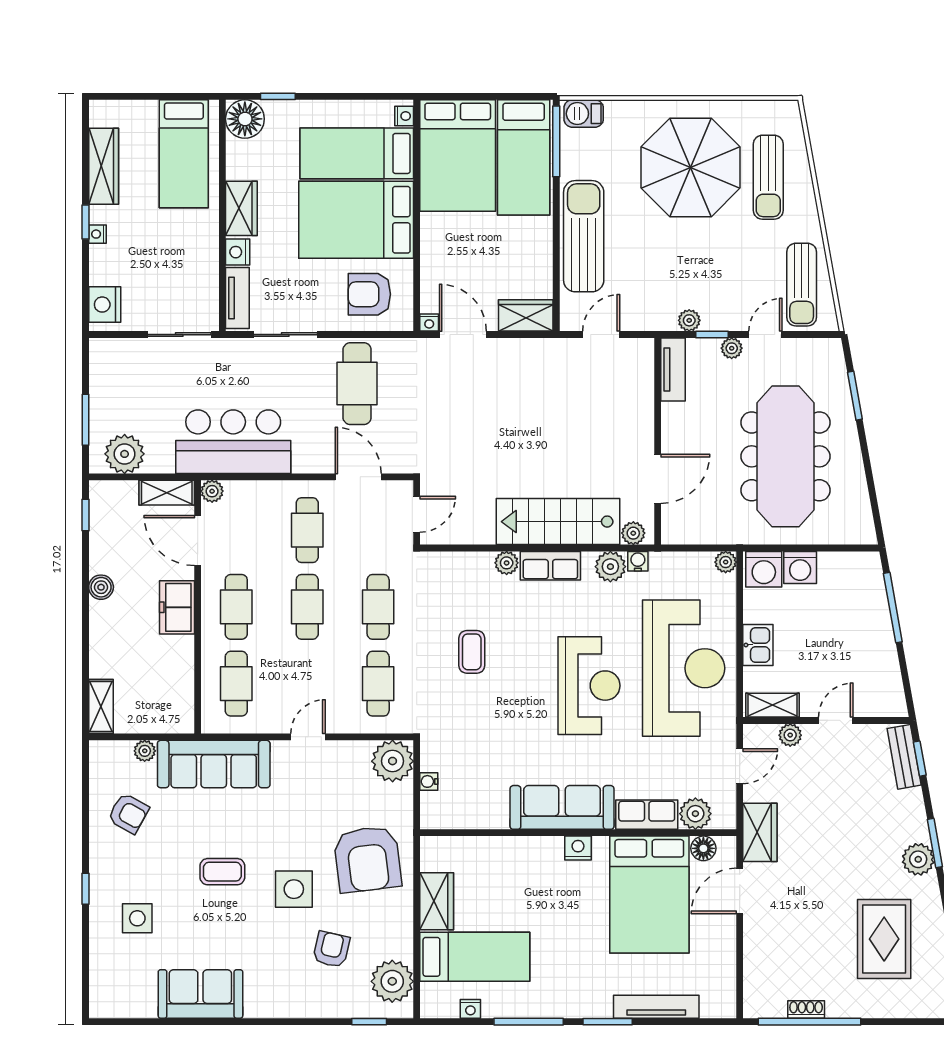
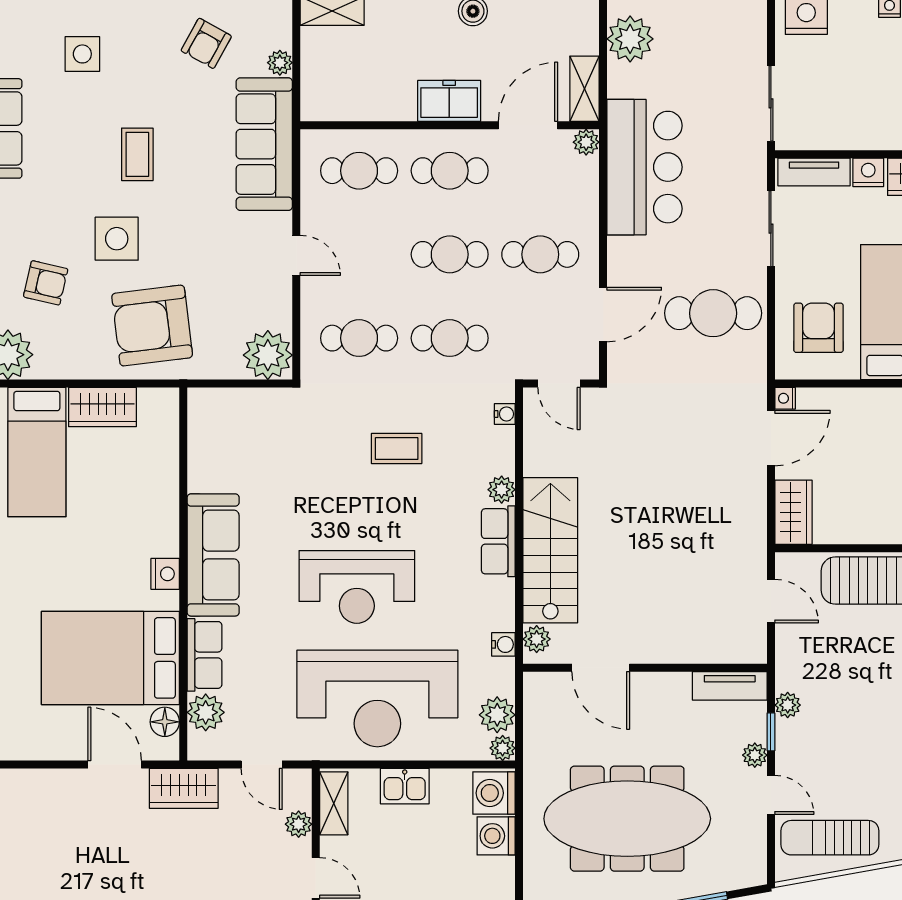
plant: (610, 567) -> (497, 715), moved
water cooler: (429, 781) -> (505, 414), moved, turned 90

